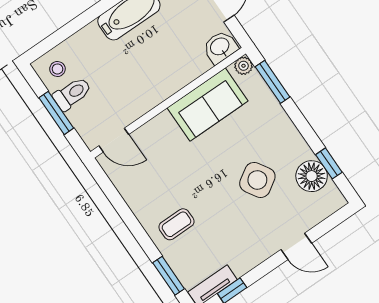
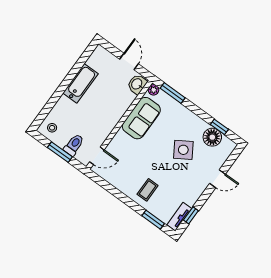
toilet: (72, 94) -> (74, 145), moved

